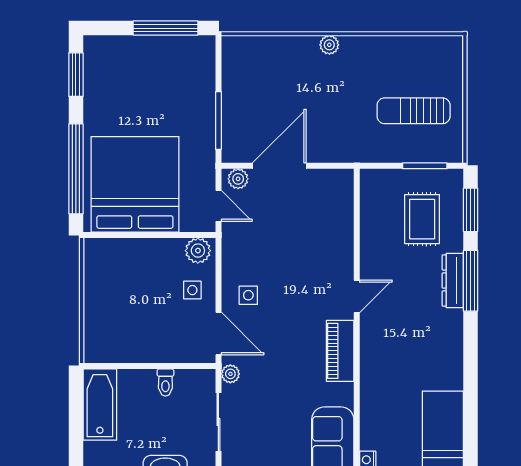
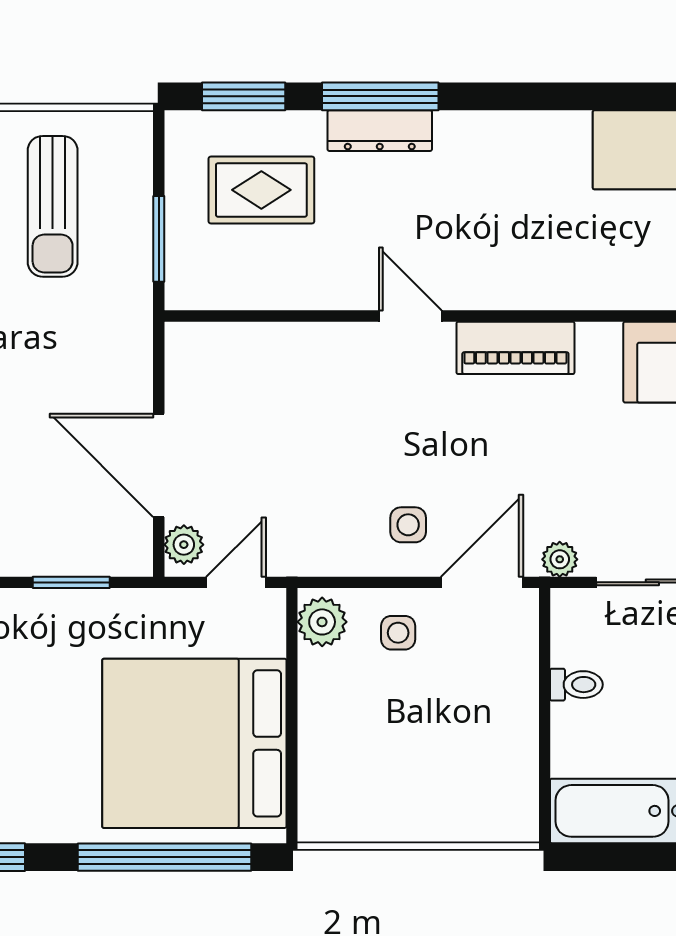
window: (218, 120) -> (71, 582), width x0.69
window: (425, 166) -> (159, 239), moved

